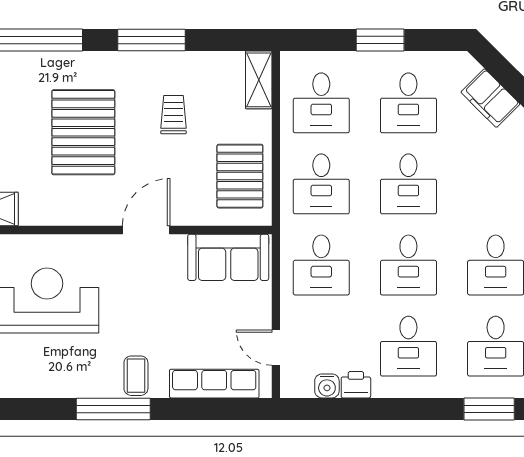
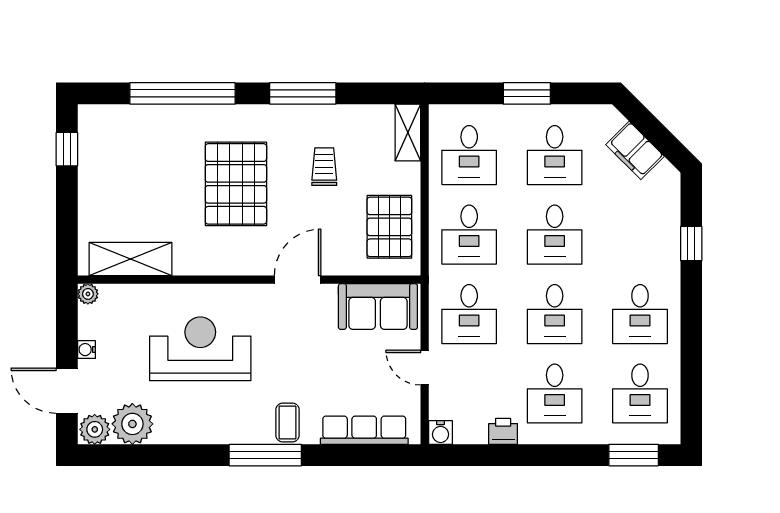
door: (276, 348) -> (425, 368), moved
water cooler: (327, 386) -> (441, 433), moved

